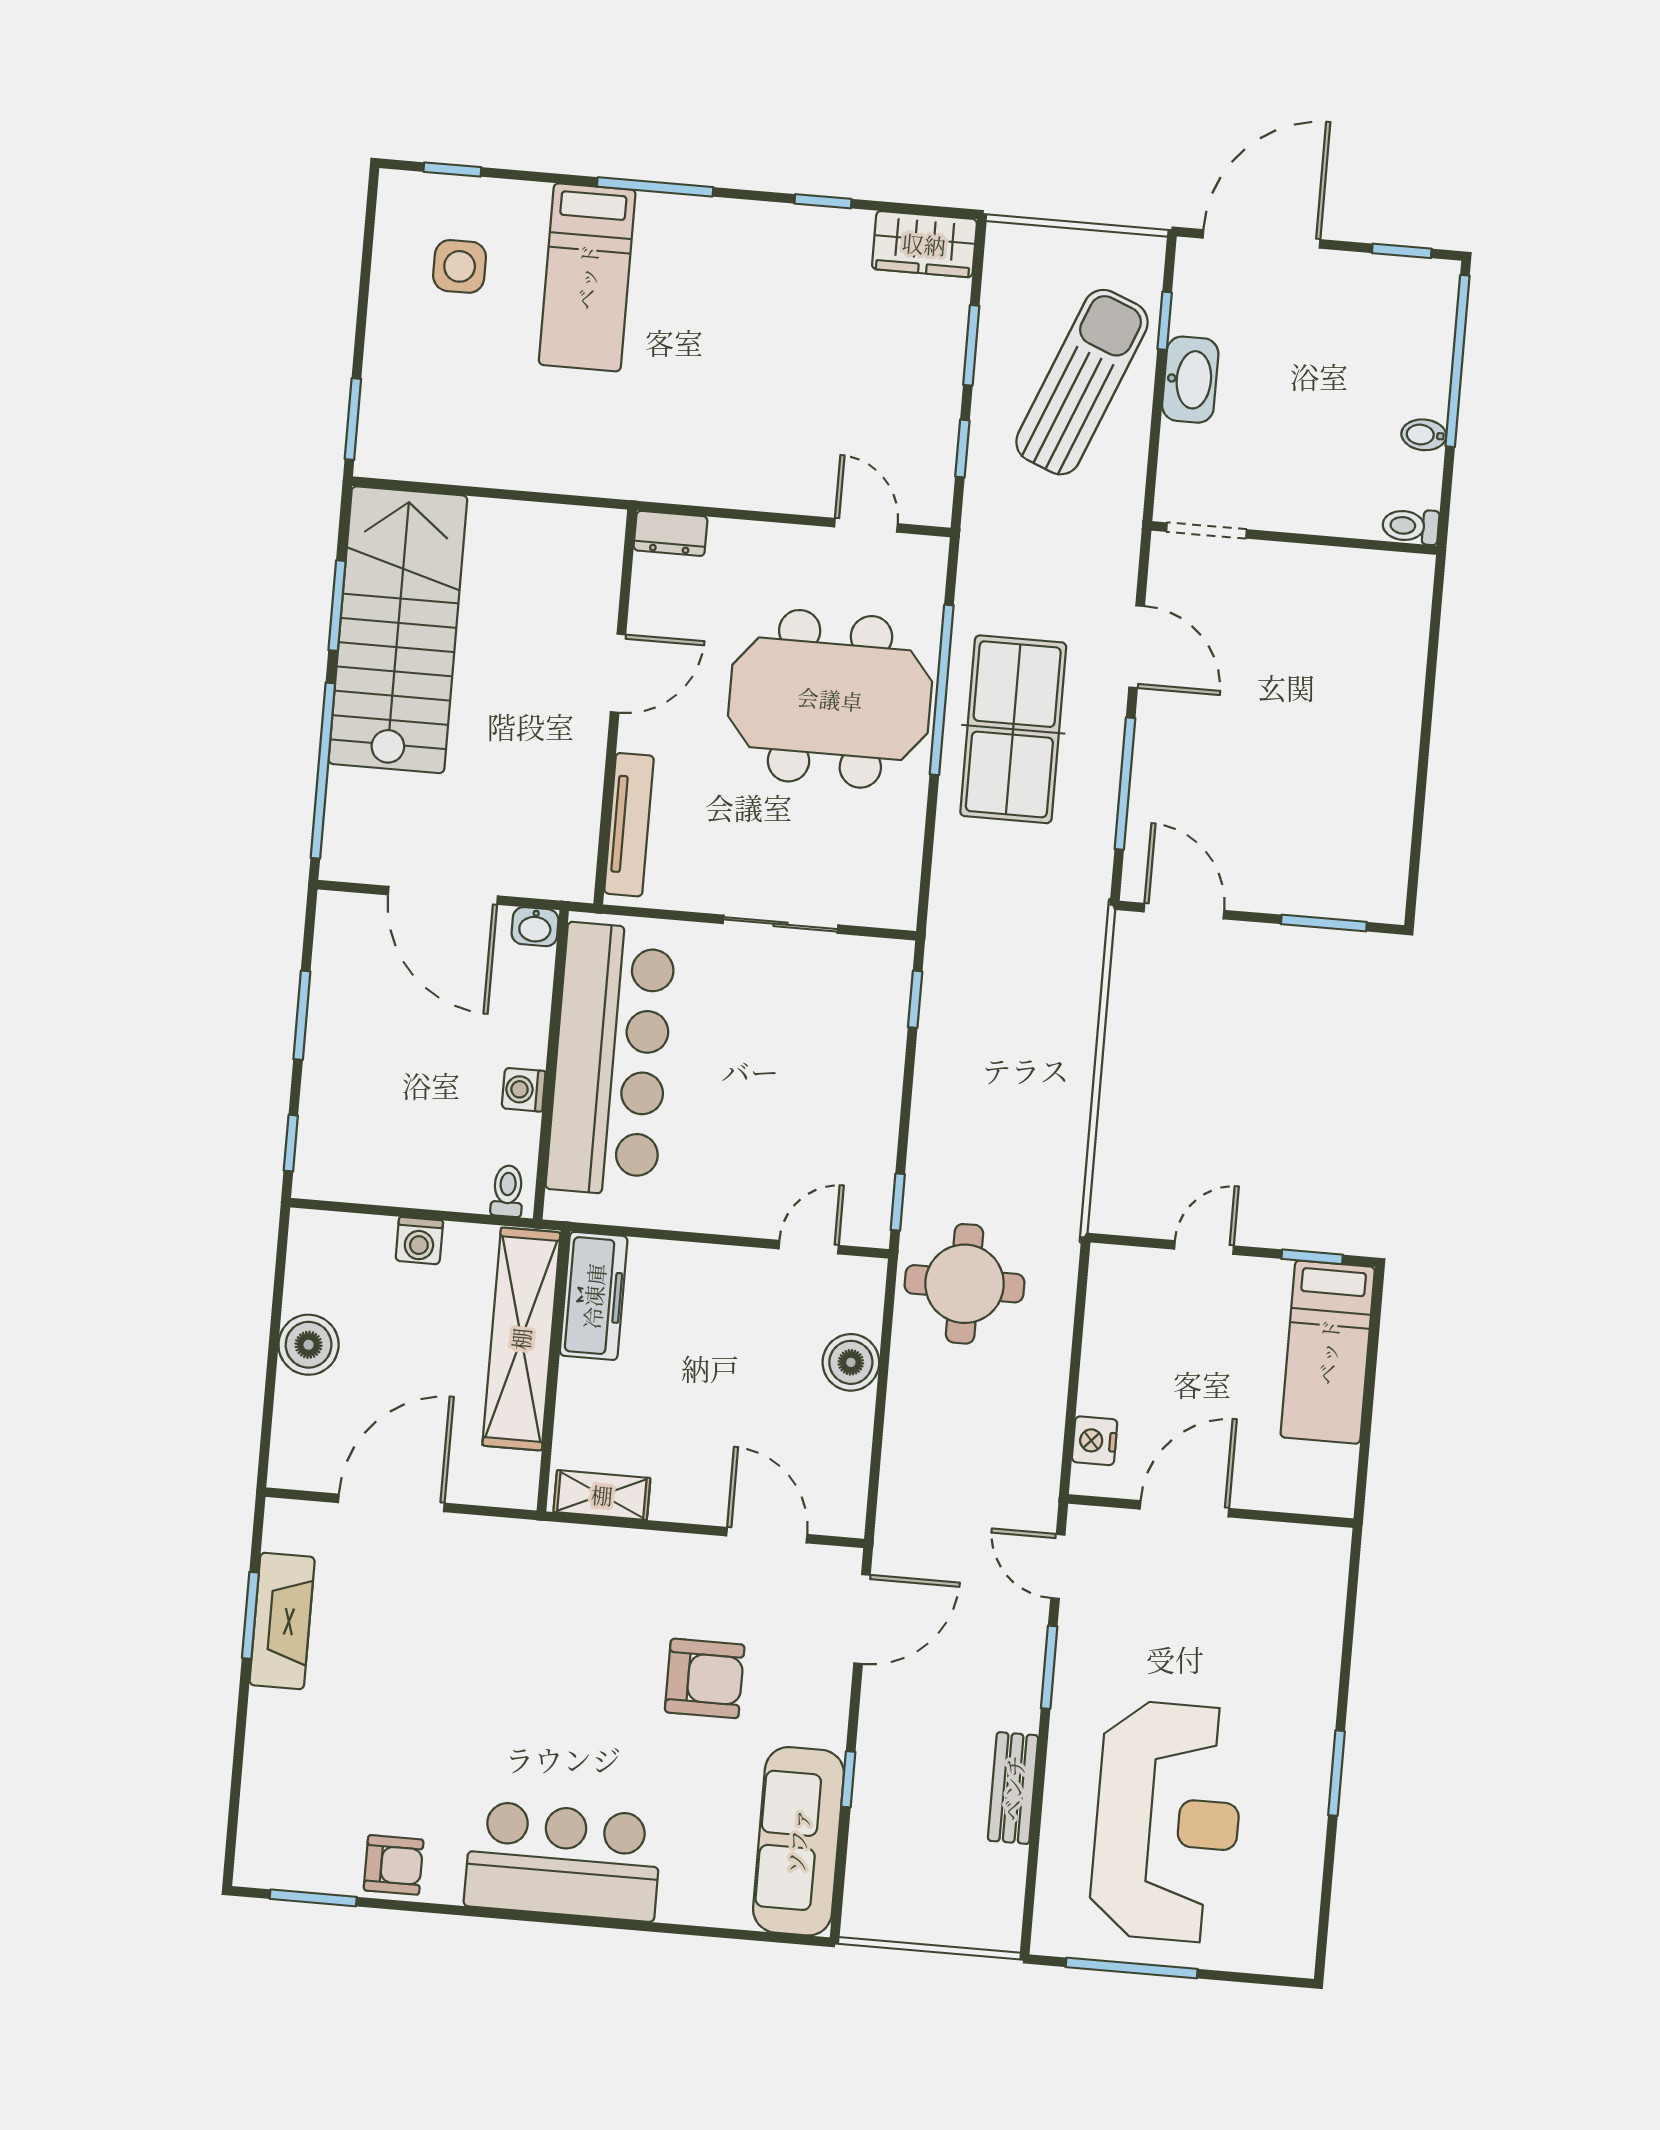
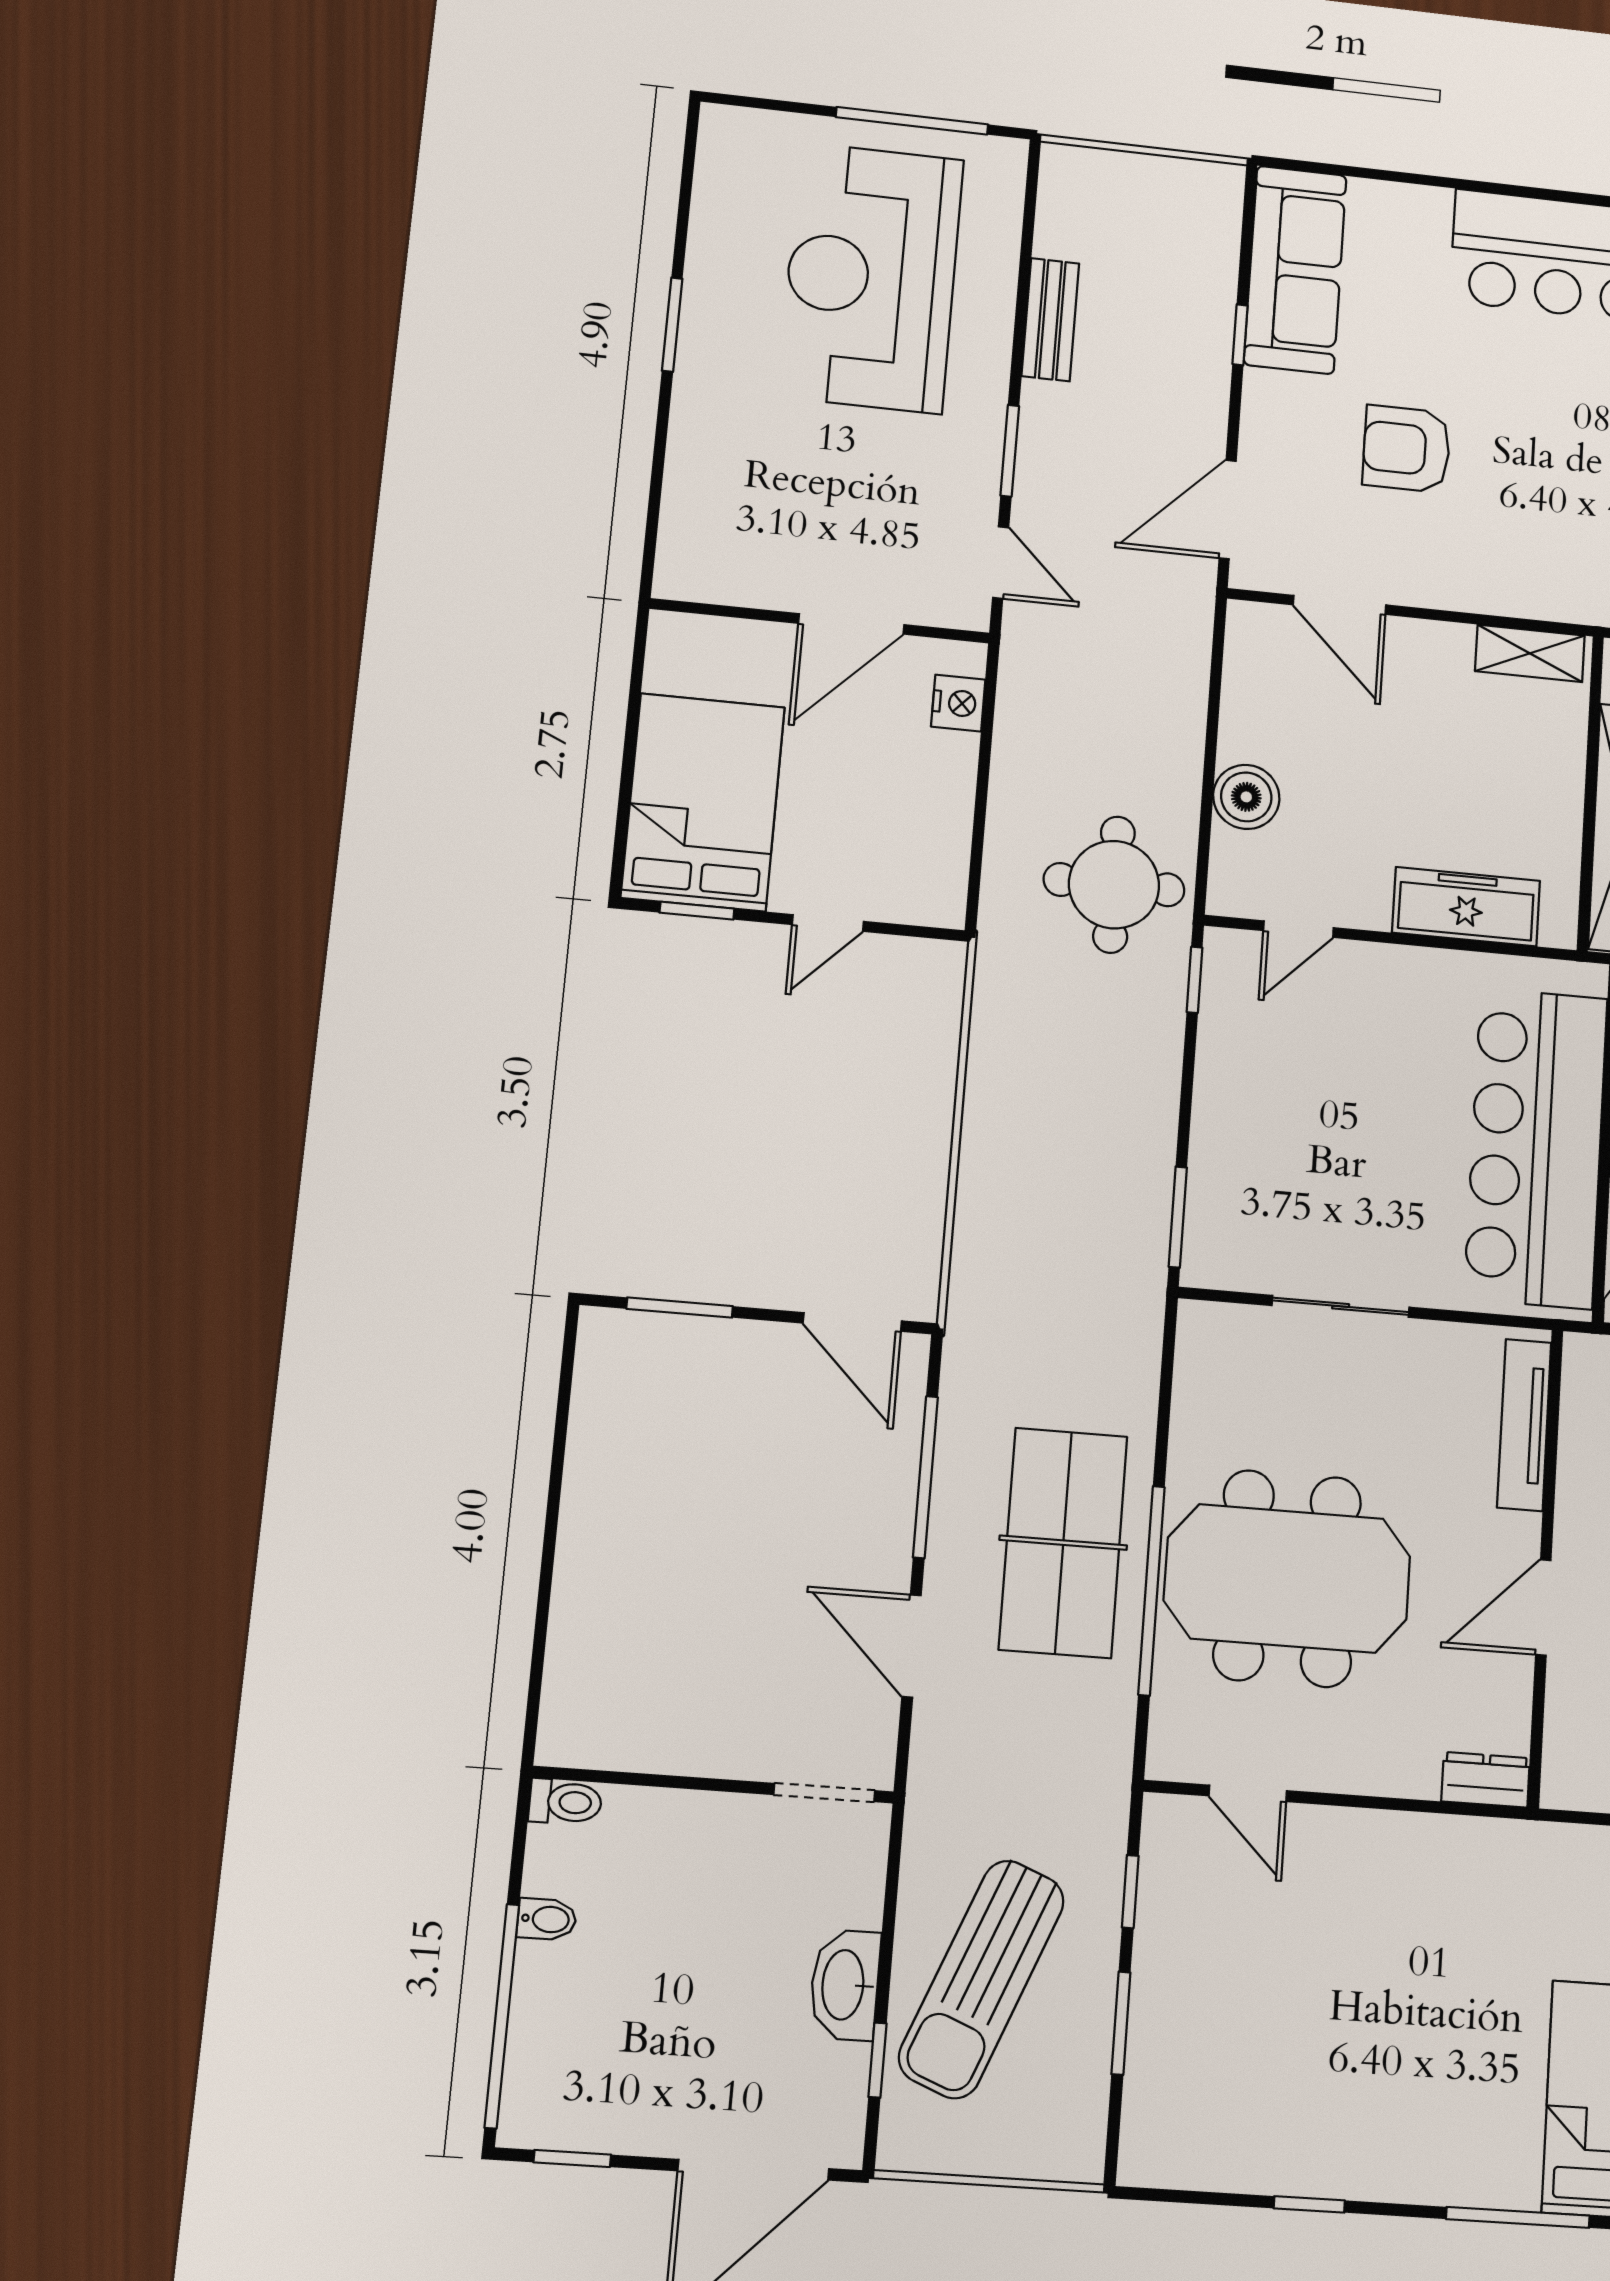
wardrobe: (924, 244) -> (1181, 2152), removed
window: (915, 999) -> (1178, 1217), width x1.50
freezer: (594, 1296) -> (1466, 907), moved, turned 90
bed: (1328, 1352) -> (703, 802), width x1.50

